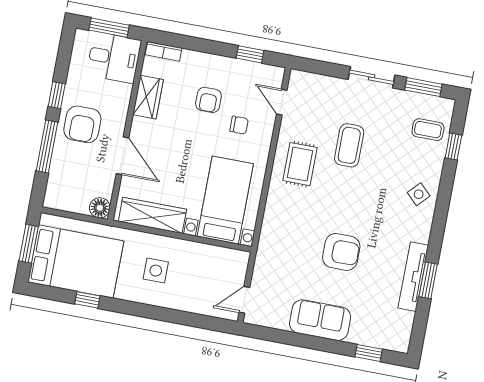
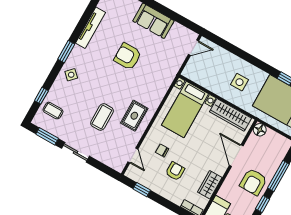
armchair: (82, 124) -> (253, 182), turned 180
window: (428, 280) -> (66, 52), moved

